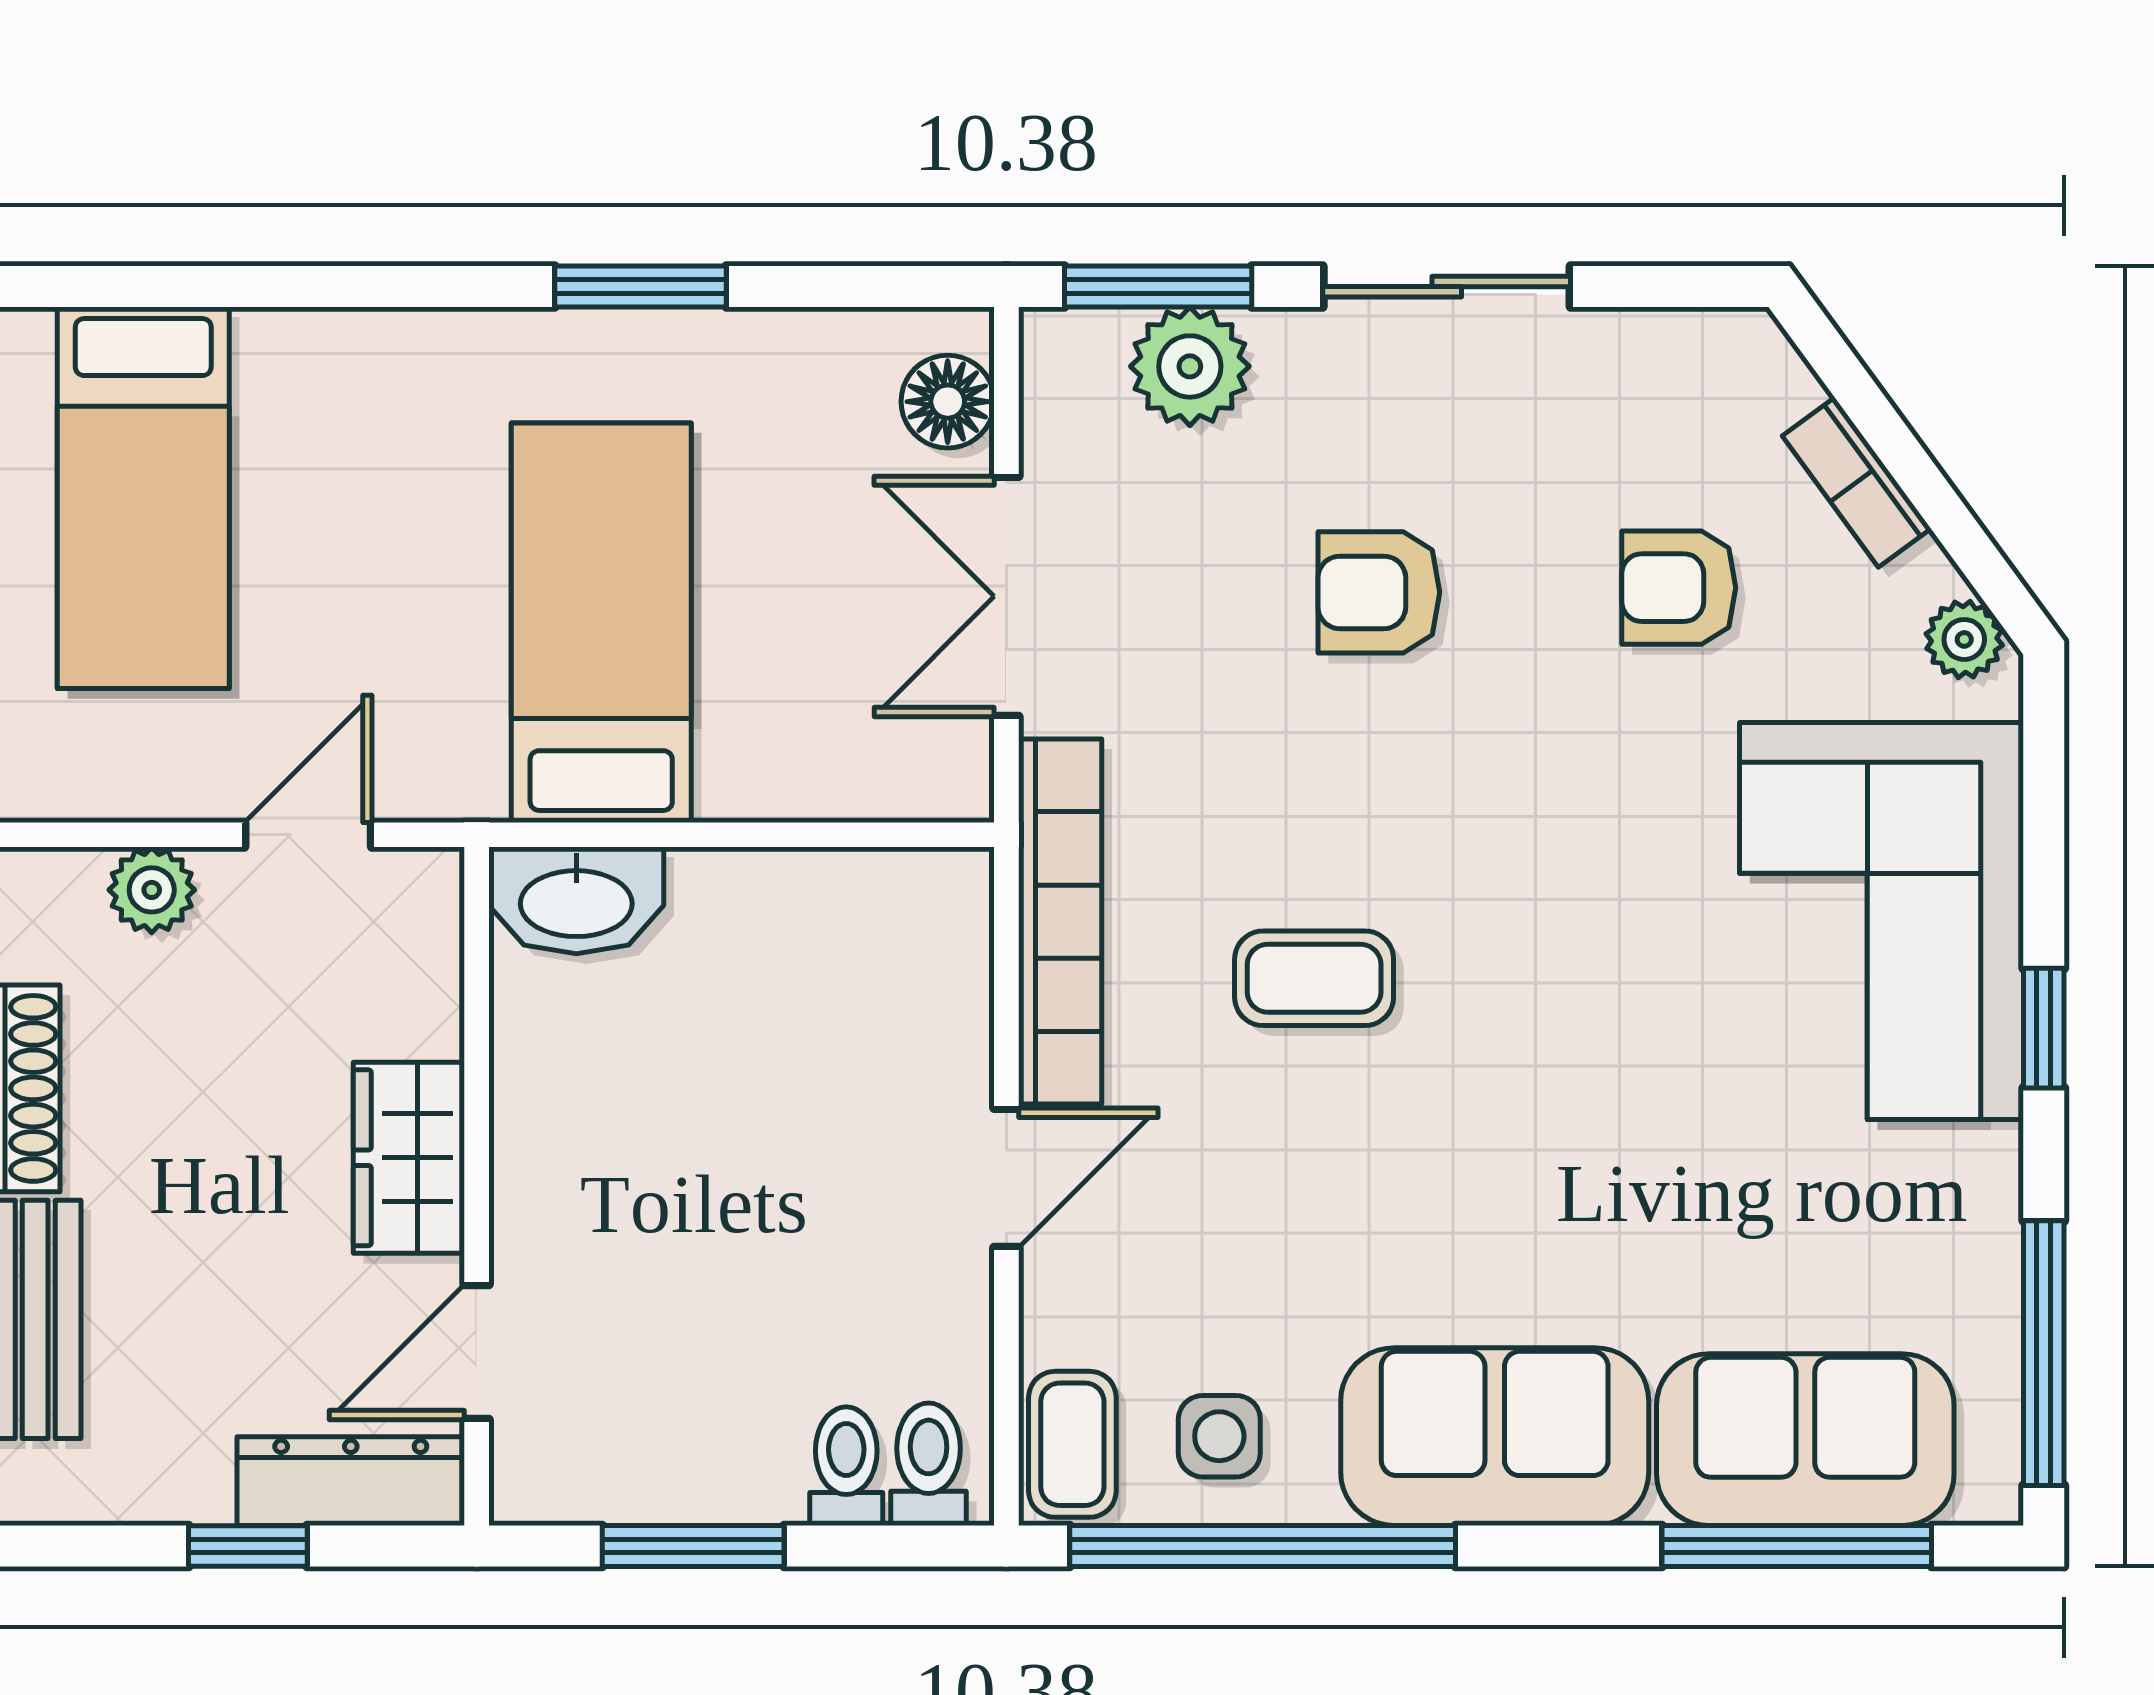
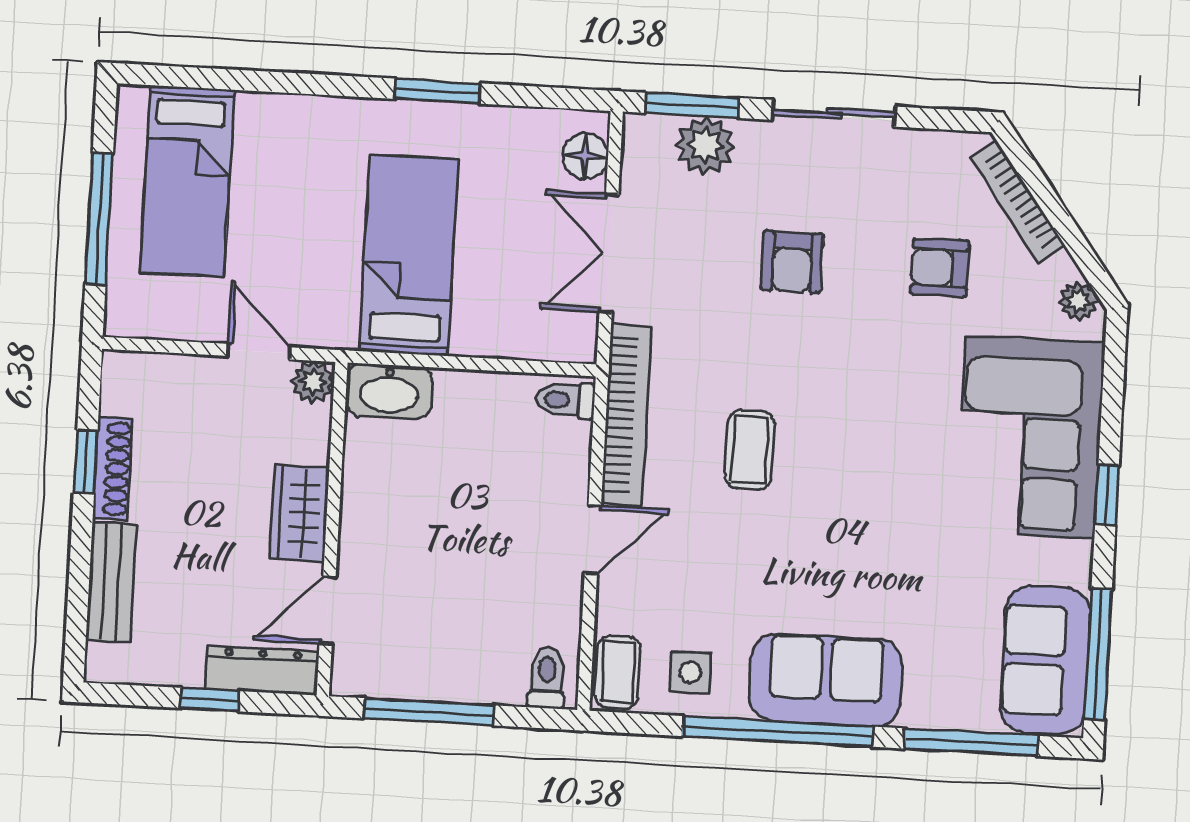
bookcase: (1857, 482) -> (1018, 202), width x1.56
armchair: (1379, 592) -> (792, 262), turned -90
door: (308, 835) -> (259, 352), hinge flipped
plant: (152, 890) -> (313, 382), moved
coffee table: (1314, 978) -> (750, 450), turned 90
sofa: (1805, 1440) -> (1045, 660), moved, turned -90
toilet: (846, 1466) -> (565, 400), moved, turned -90
window: (693, 1546) -> (429, 712), width x1.44
window: (1263, 1546) -> (778, 731), moved

